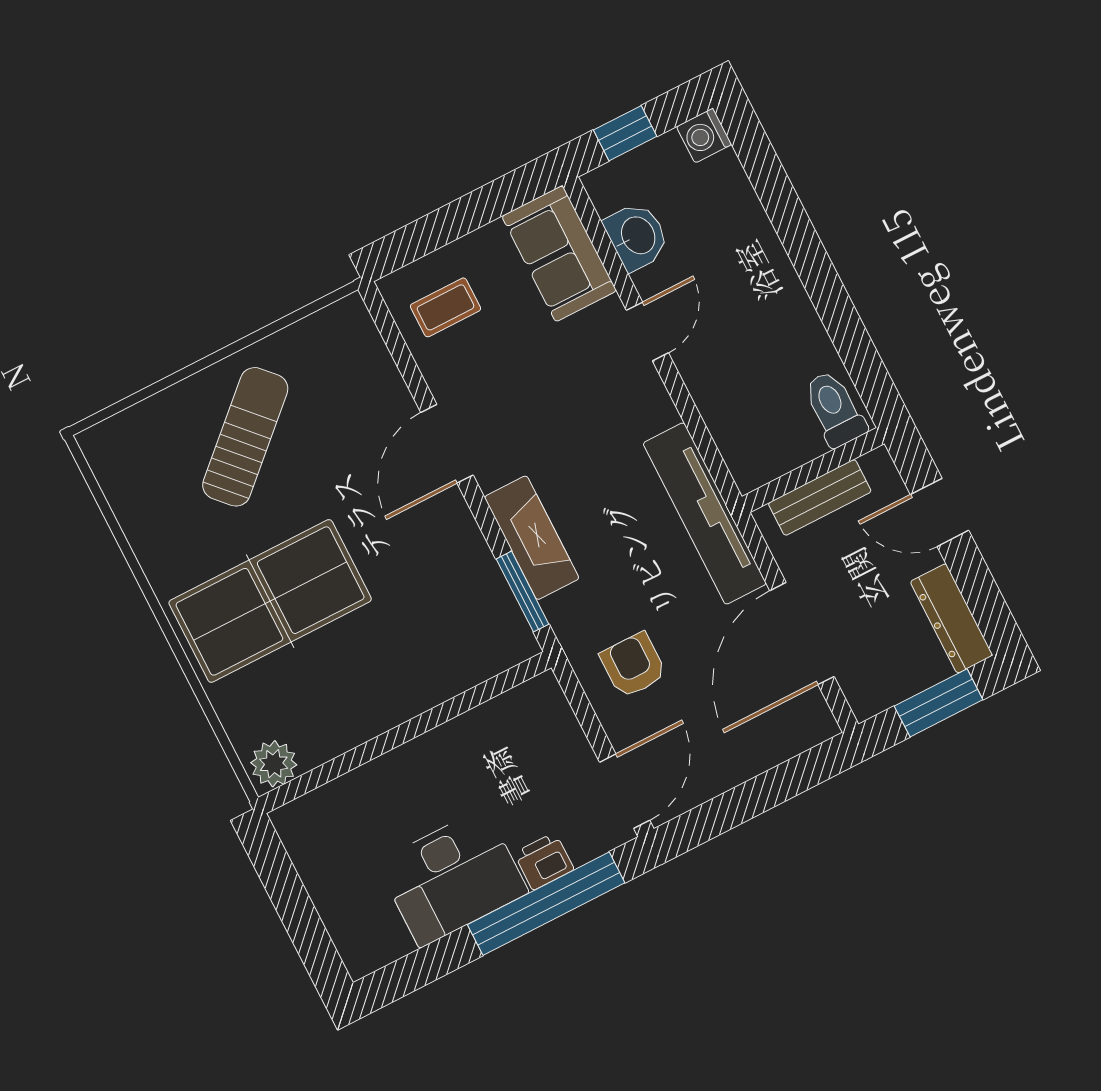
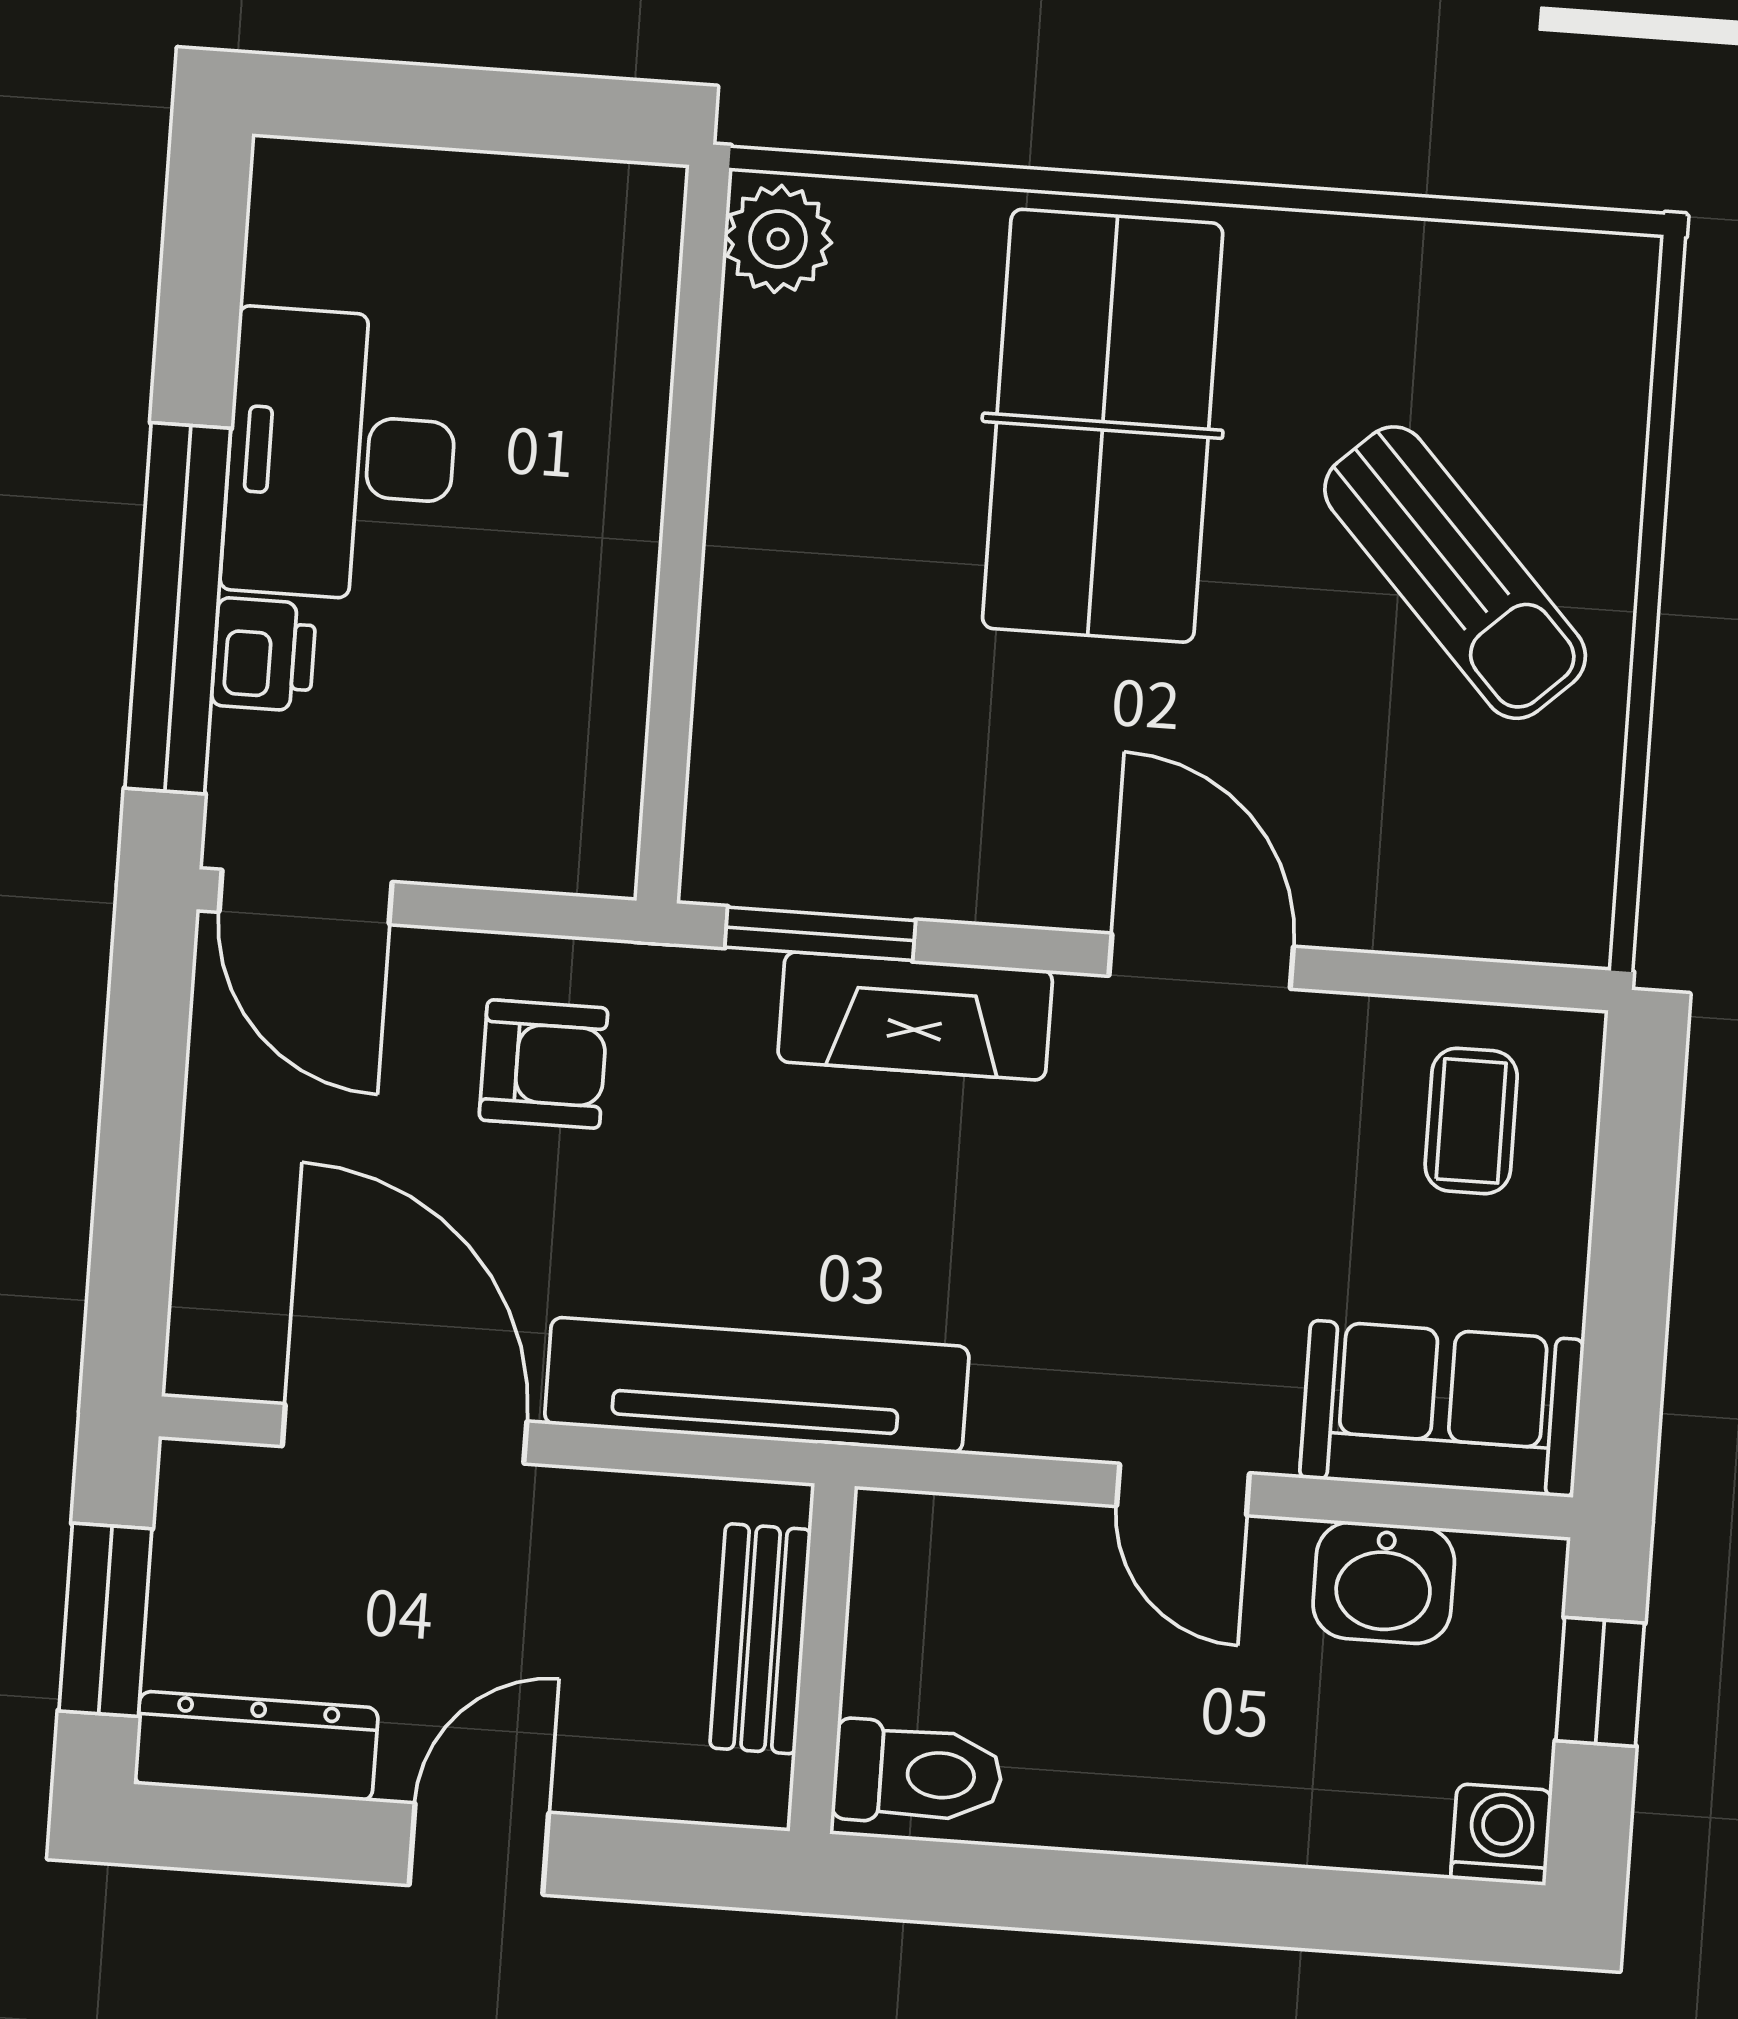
toilet: (835, 409) -> (918, 1774), moved
wall: (813, 470) -> (822, 1659), moved
bench: (820, 497) -> (761, 1639), moved

